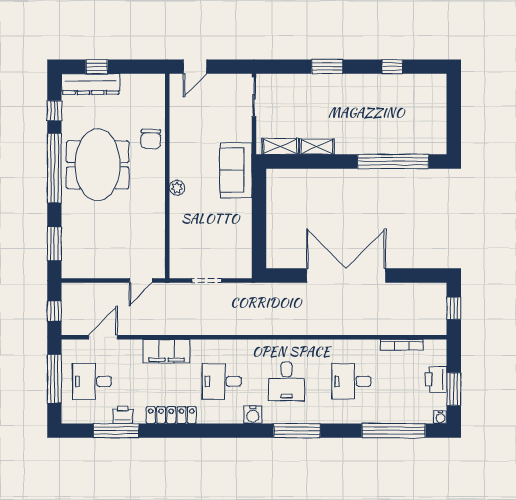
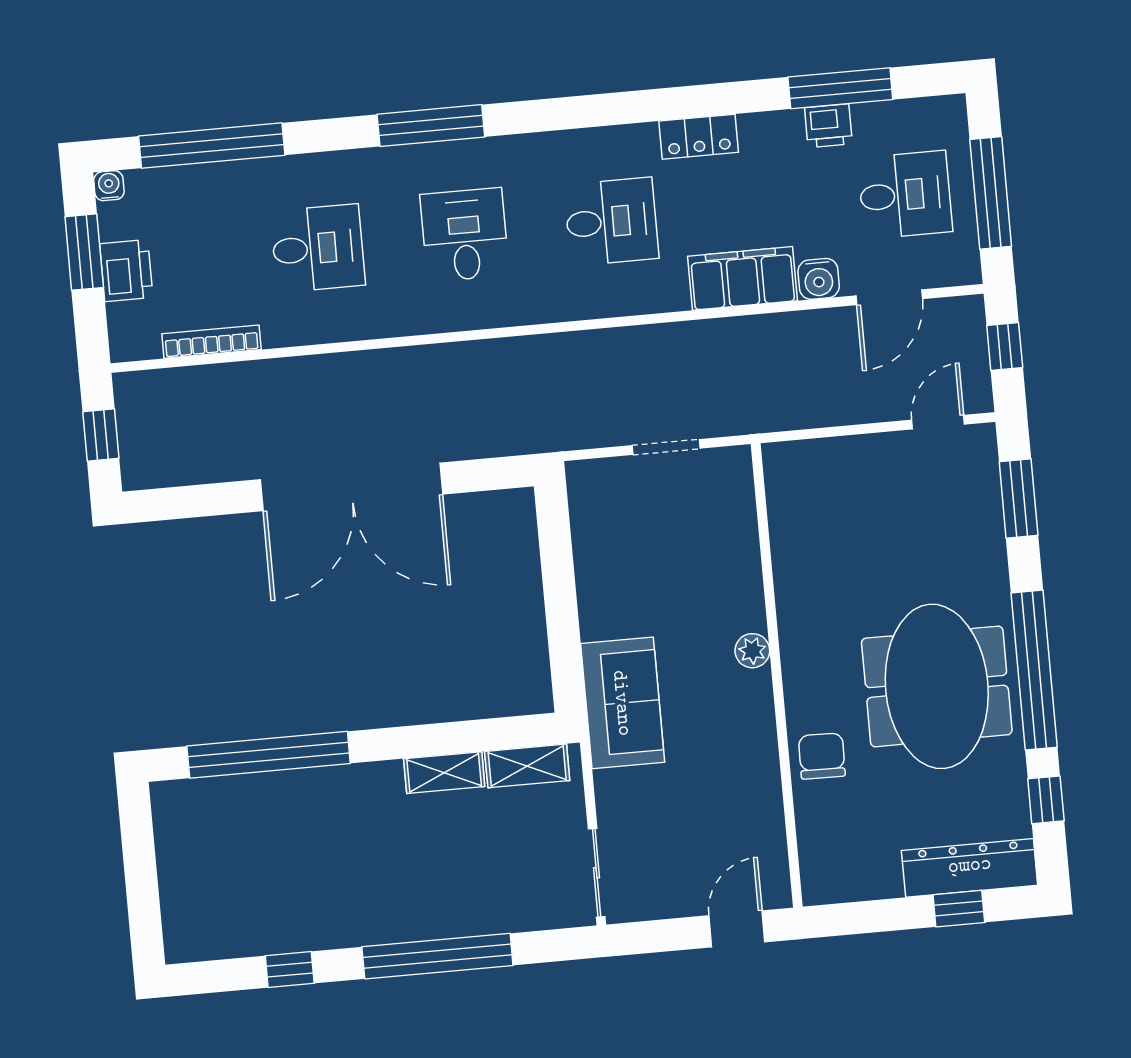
window: (327, 67) -> (437, 956), width x2.11
door: (141, 280) -> (938, 422), moved
locker: (171, 415) -> (699, 137), width x0.66
water cooler: (253, 415) -> (819, 279), moved, turned 180

